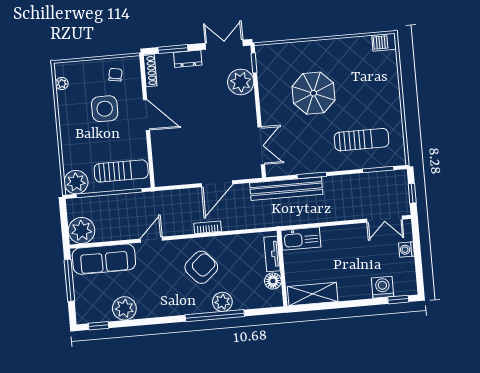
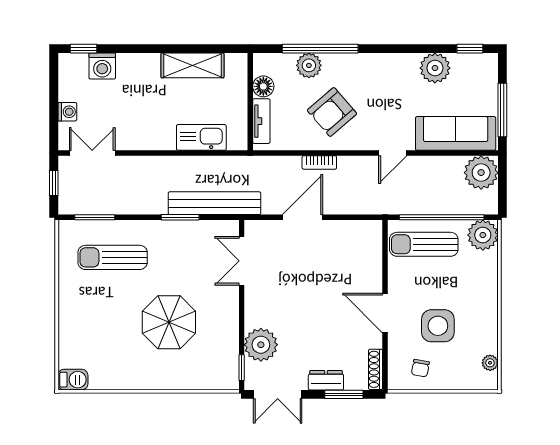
tv unit: (272, 254) -> (261, 121), moved
wall: (282, 268) -> (250, 102), moved
floor lamp: (273, 281) -> (263, 86), moved

